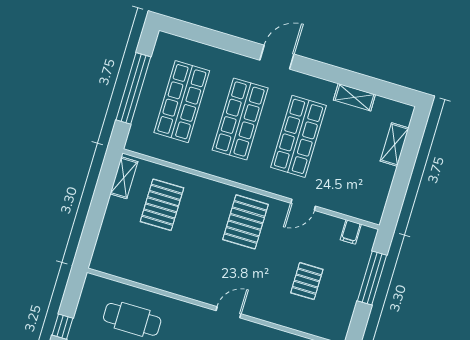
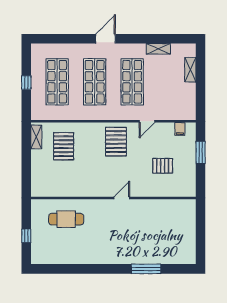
window: (133, 88) -> (26, 82), width x0.32
window: (372, 278) -> (201, 152), width x0.69
pallet: (307, 281) -> (163, 166), turned 90

